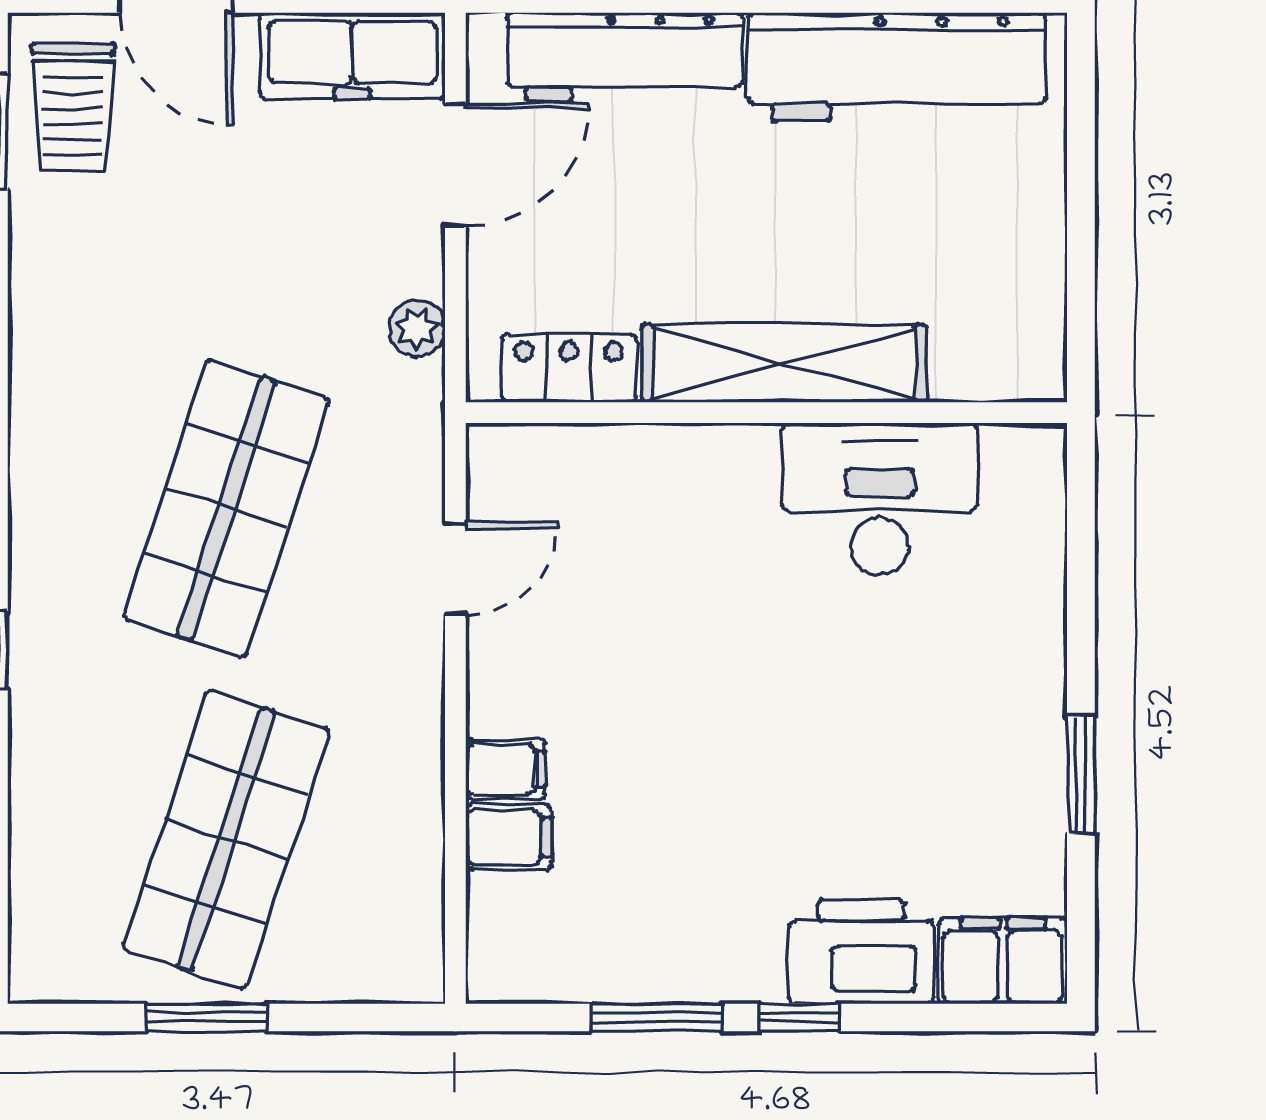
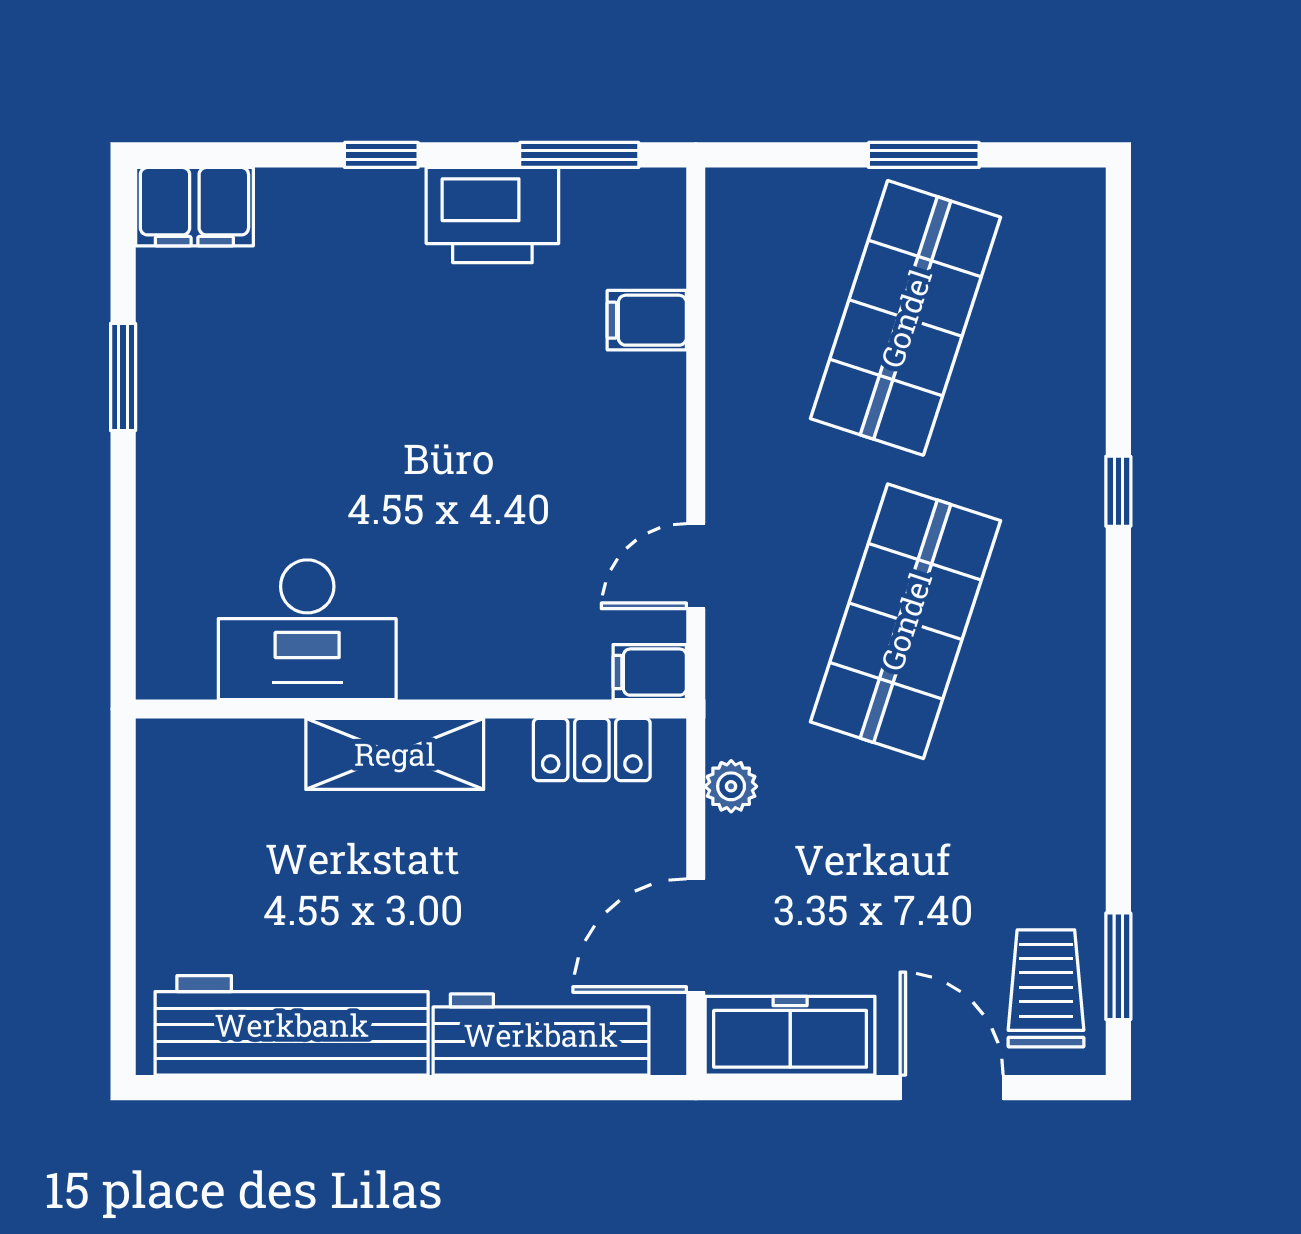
shelving: (784, 364) -> (395, 754), width x0.68
filing cabinet: (506, 769) -> (650, 672), moved
printer: (861, 952) -> (492, 215), moved
window: (656, 1018) -> (579, 155), moved

